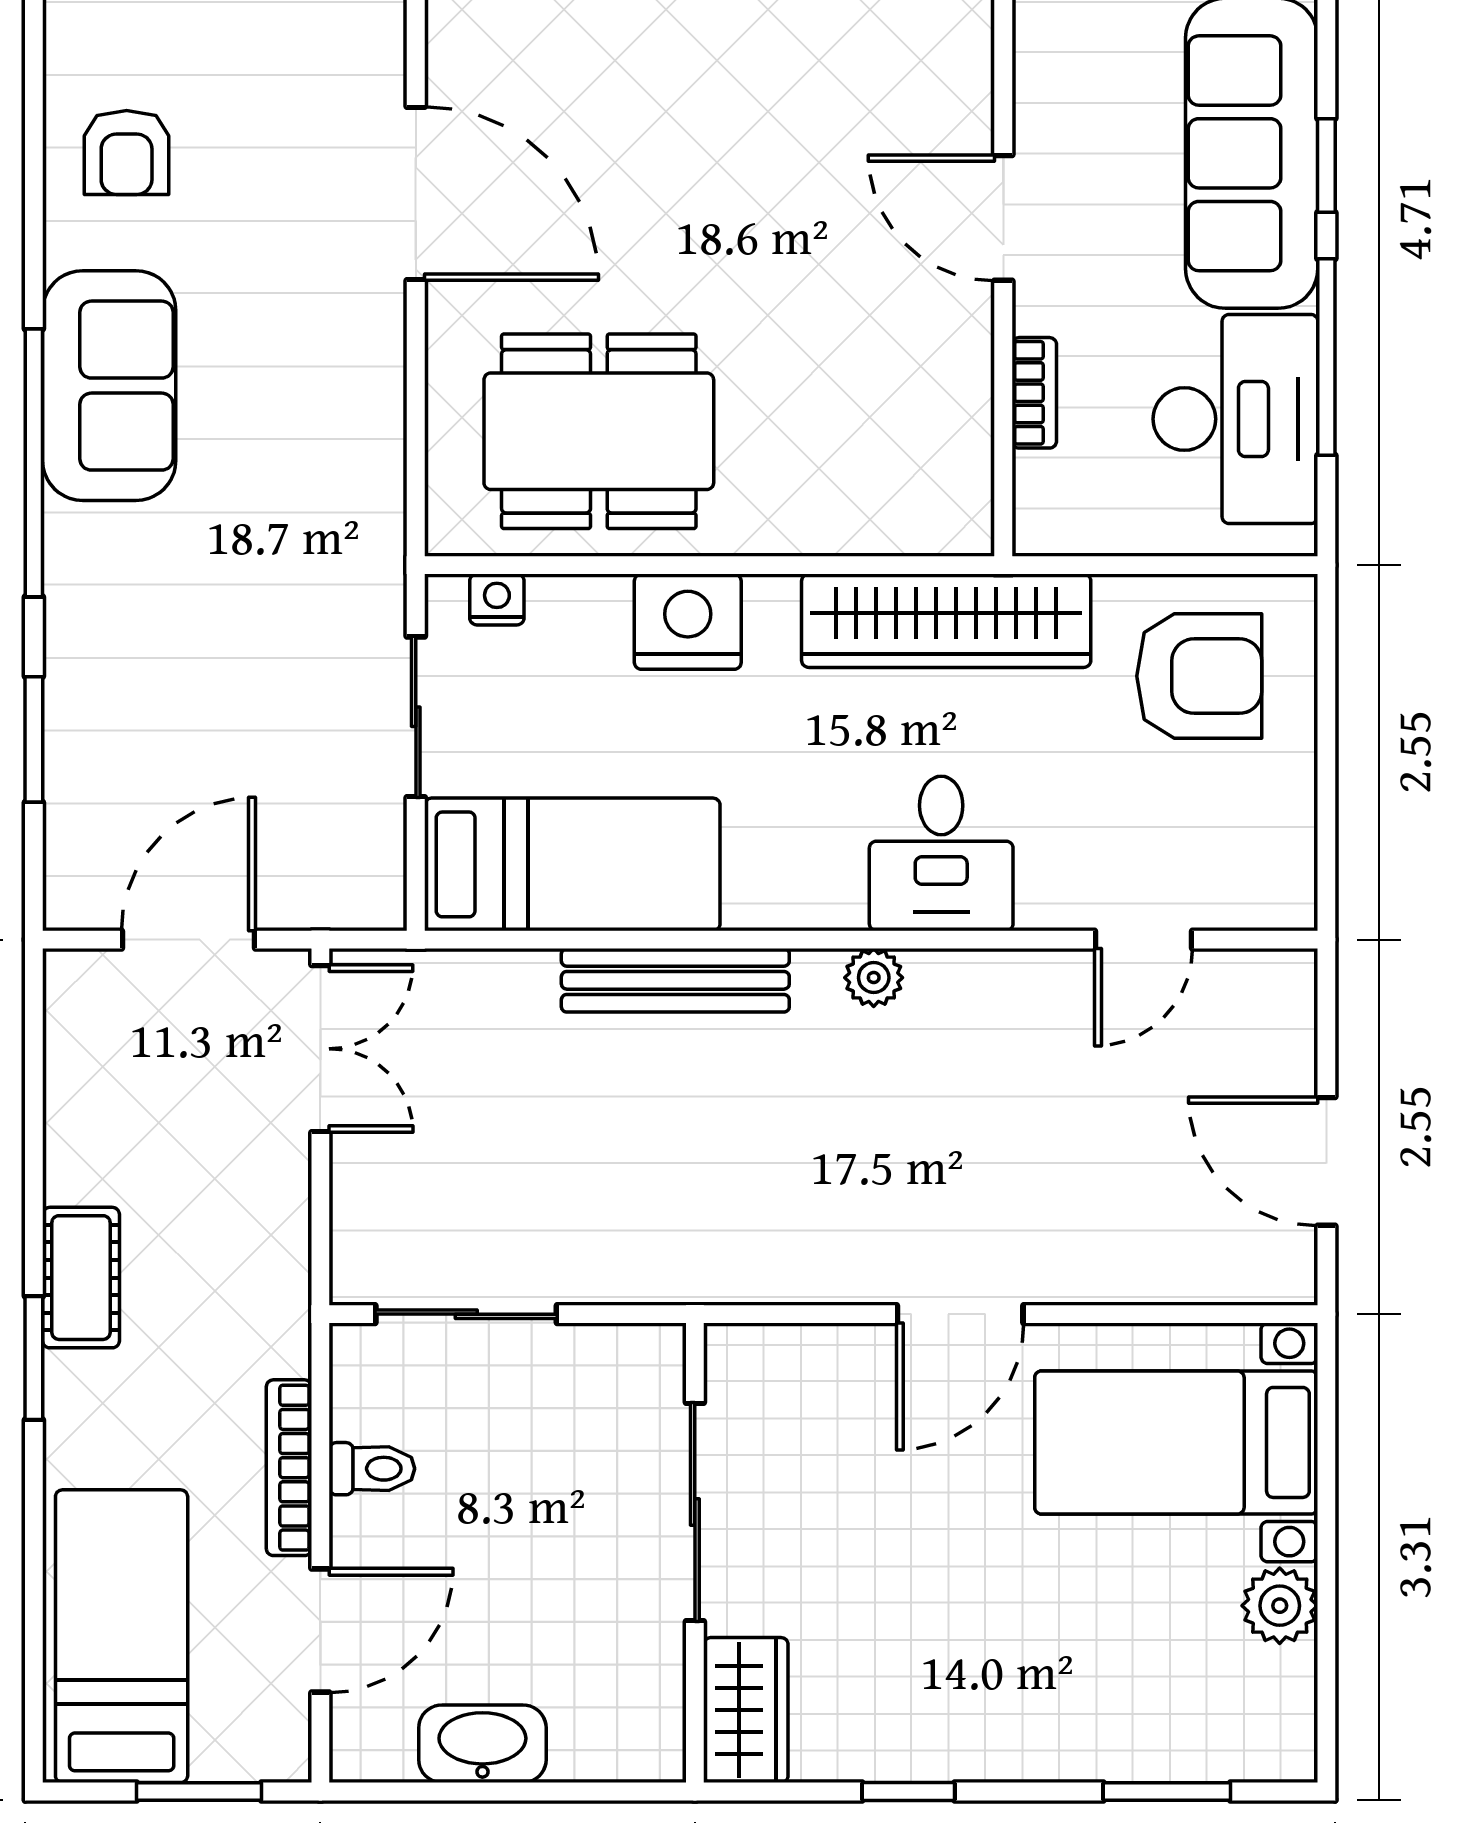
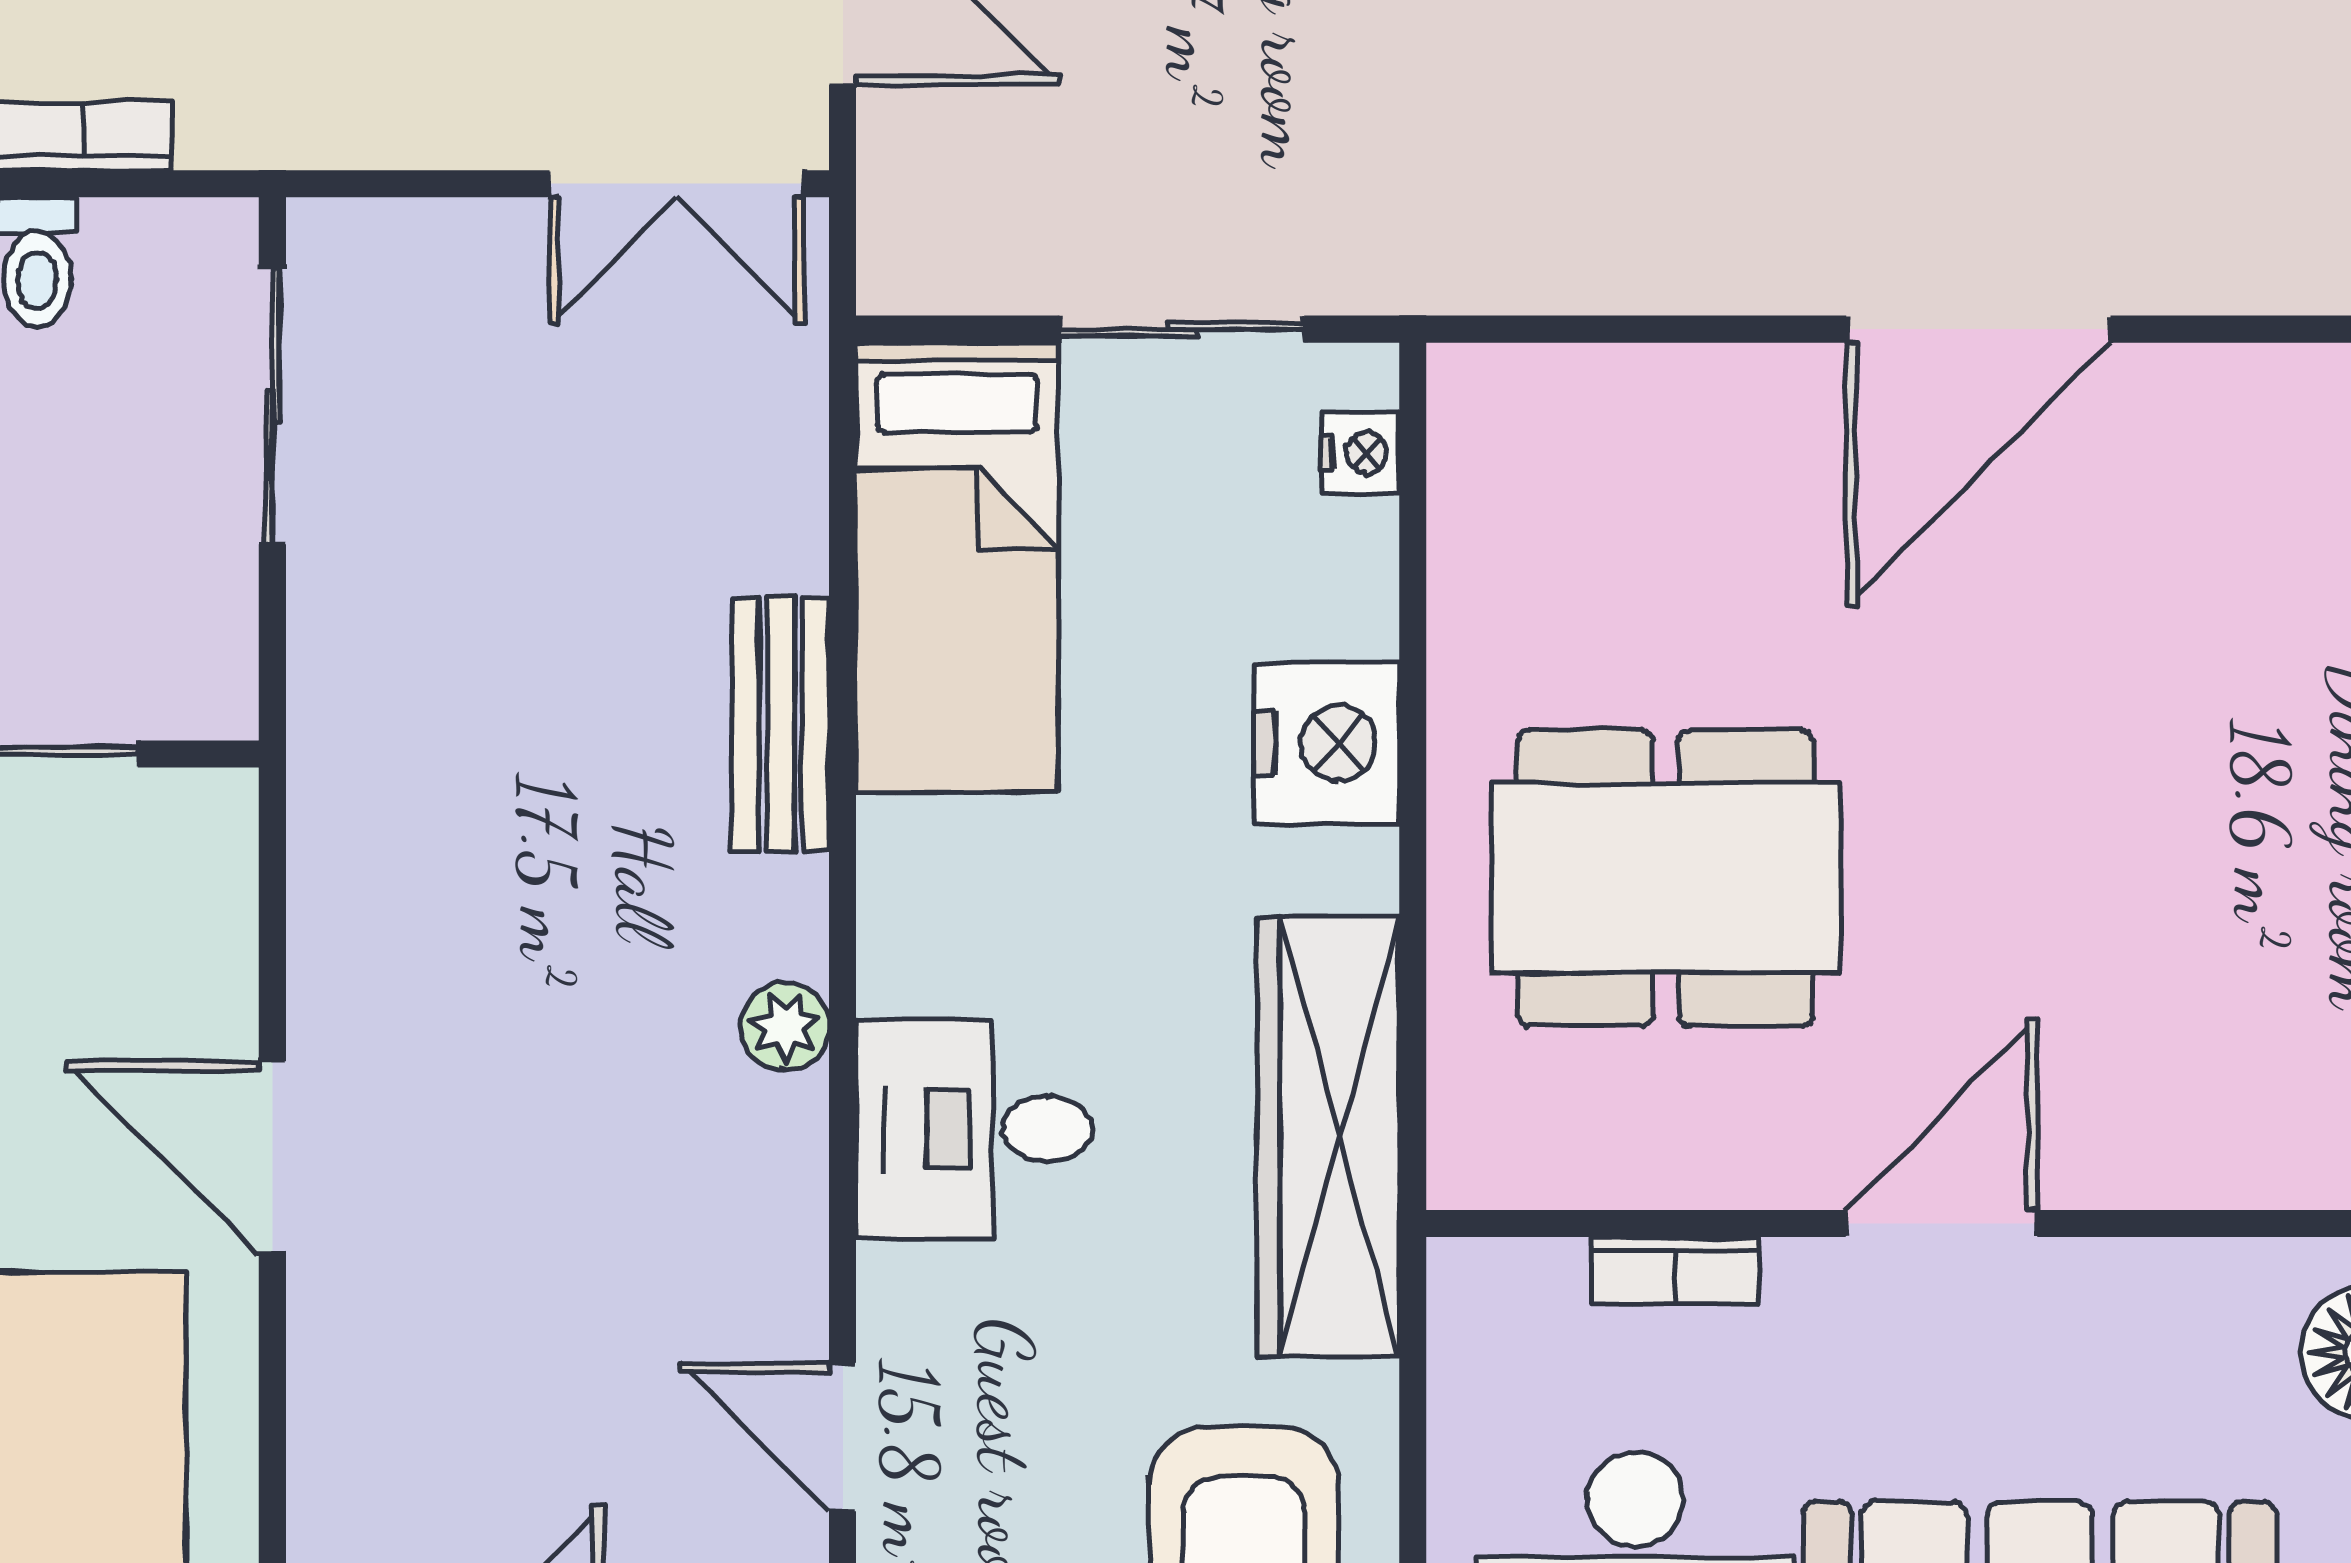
dining table: (599, 431) -> (1665, 878), moved, turned 90
bench: (675, 980) -> (781, 724), width x0.73

